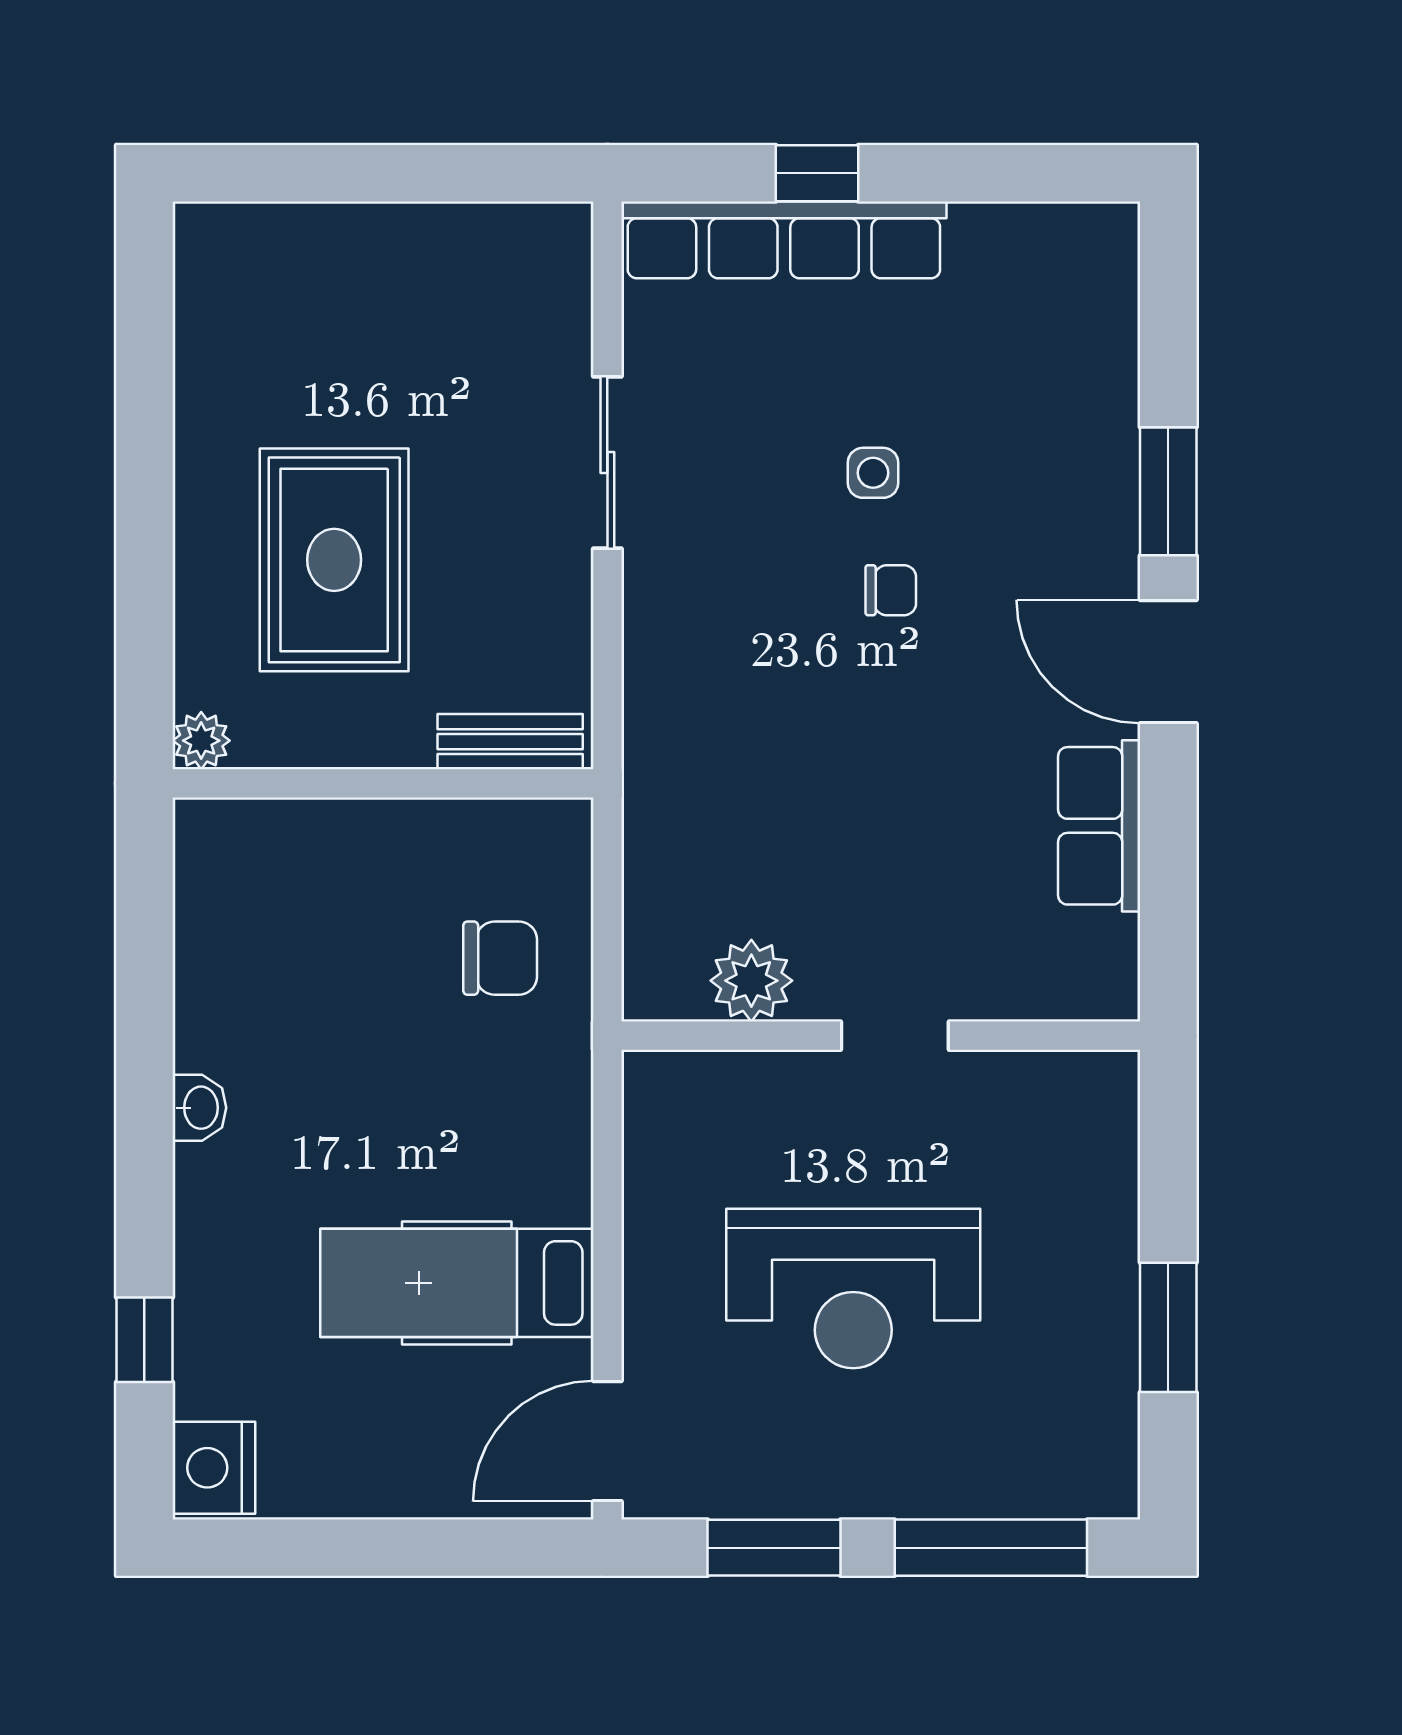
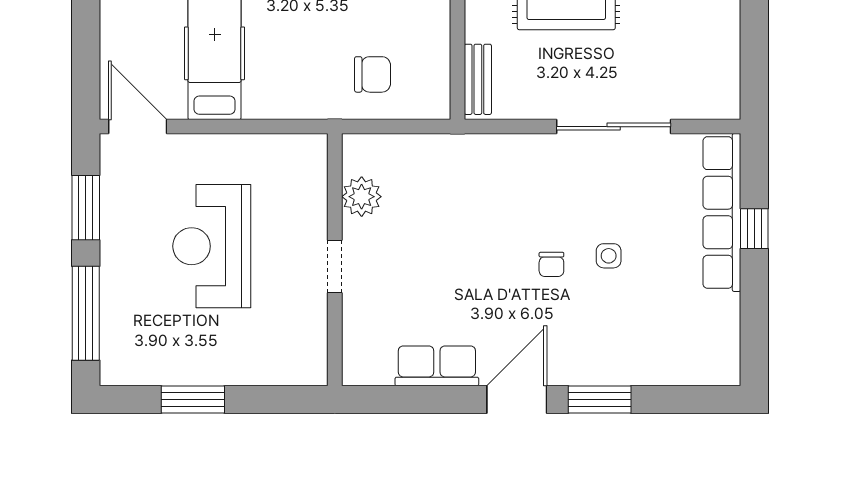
sliding door: (607, 463) -> (614, 127), width x1.37
chair: (500, 958) -> (373, 74), turned -90

